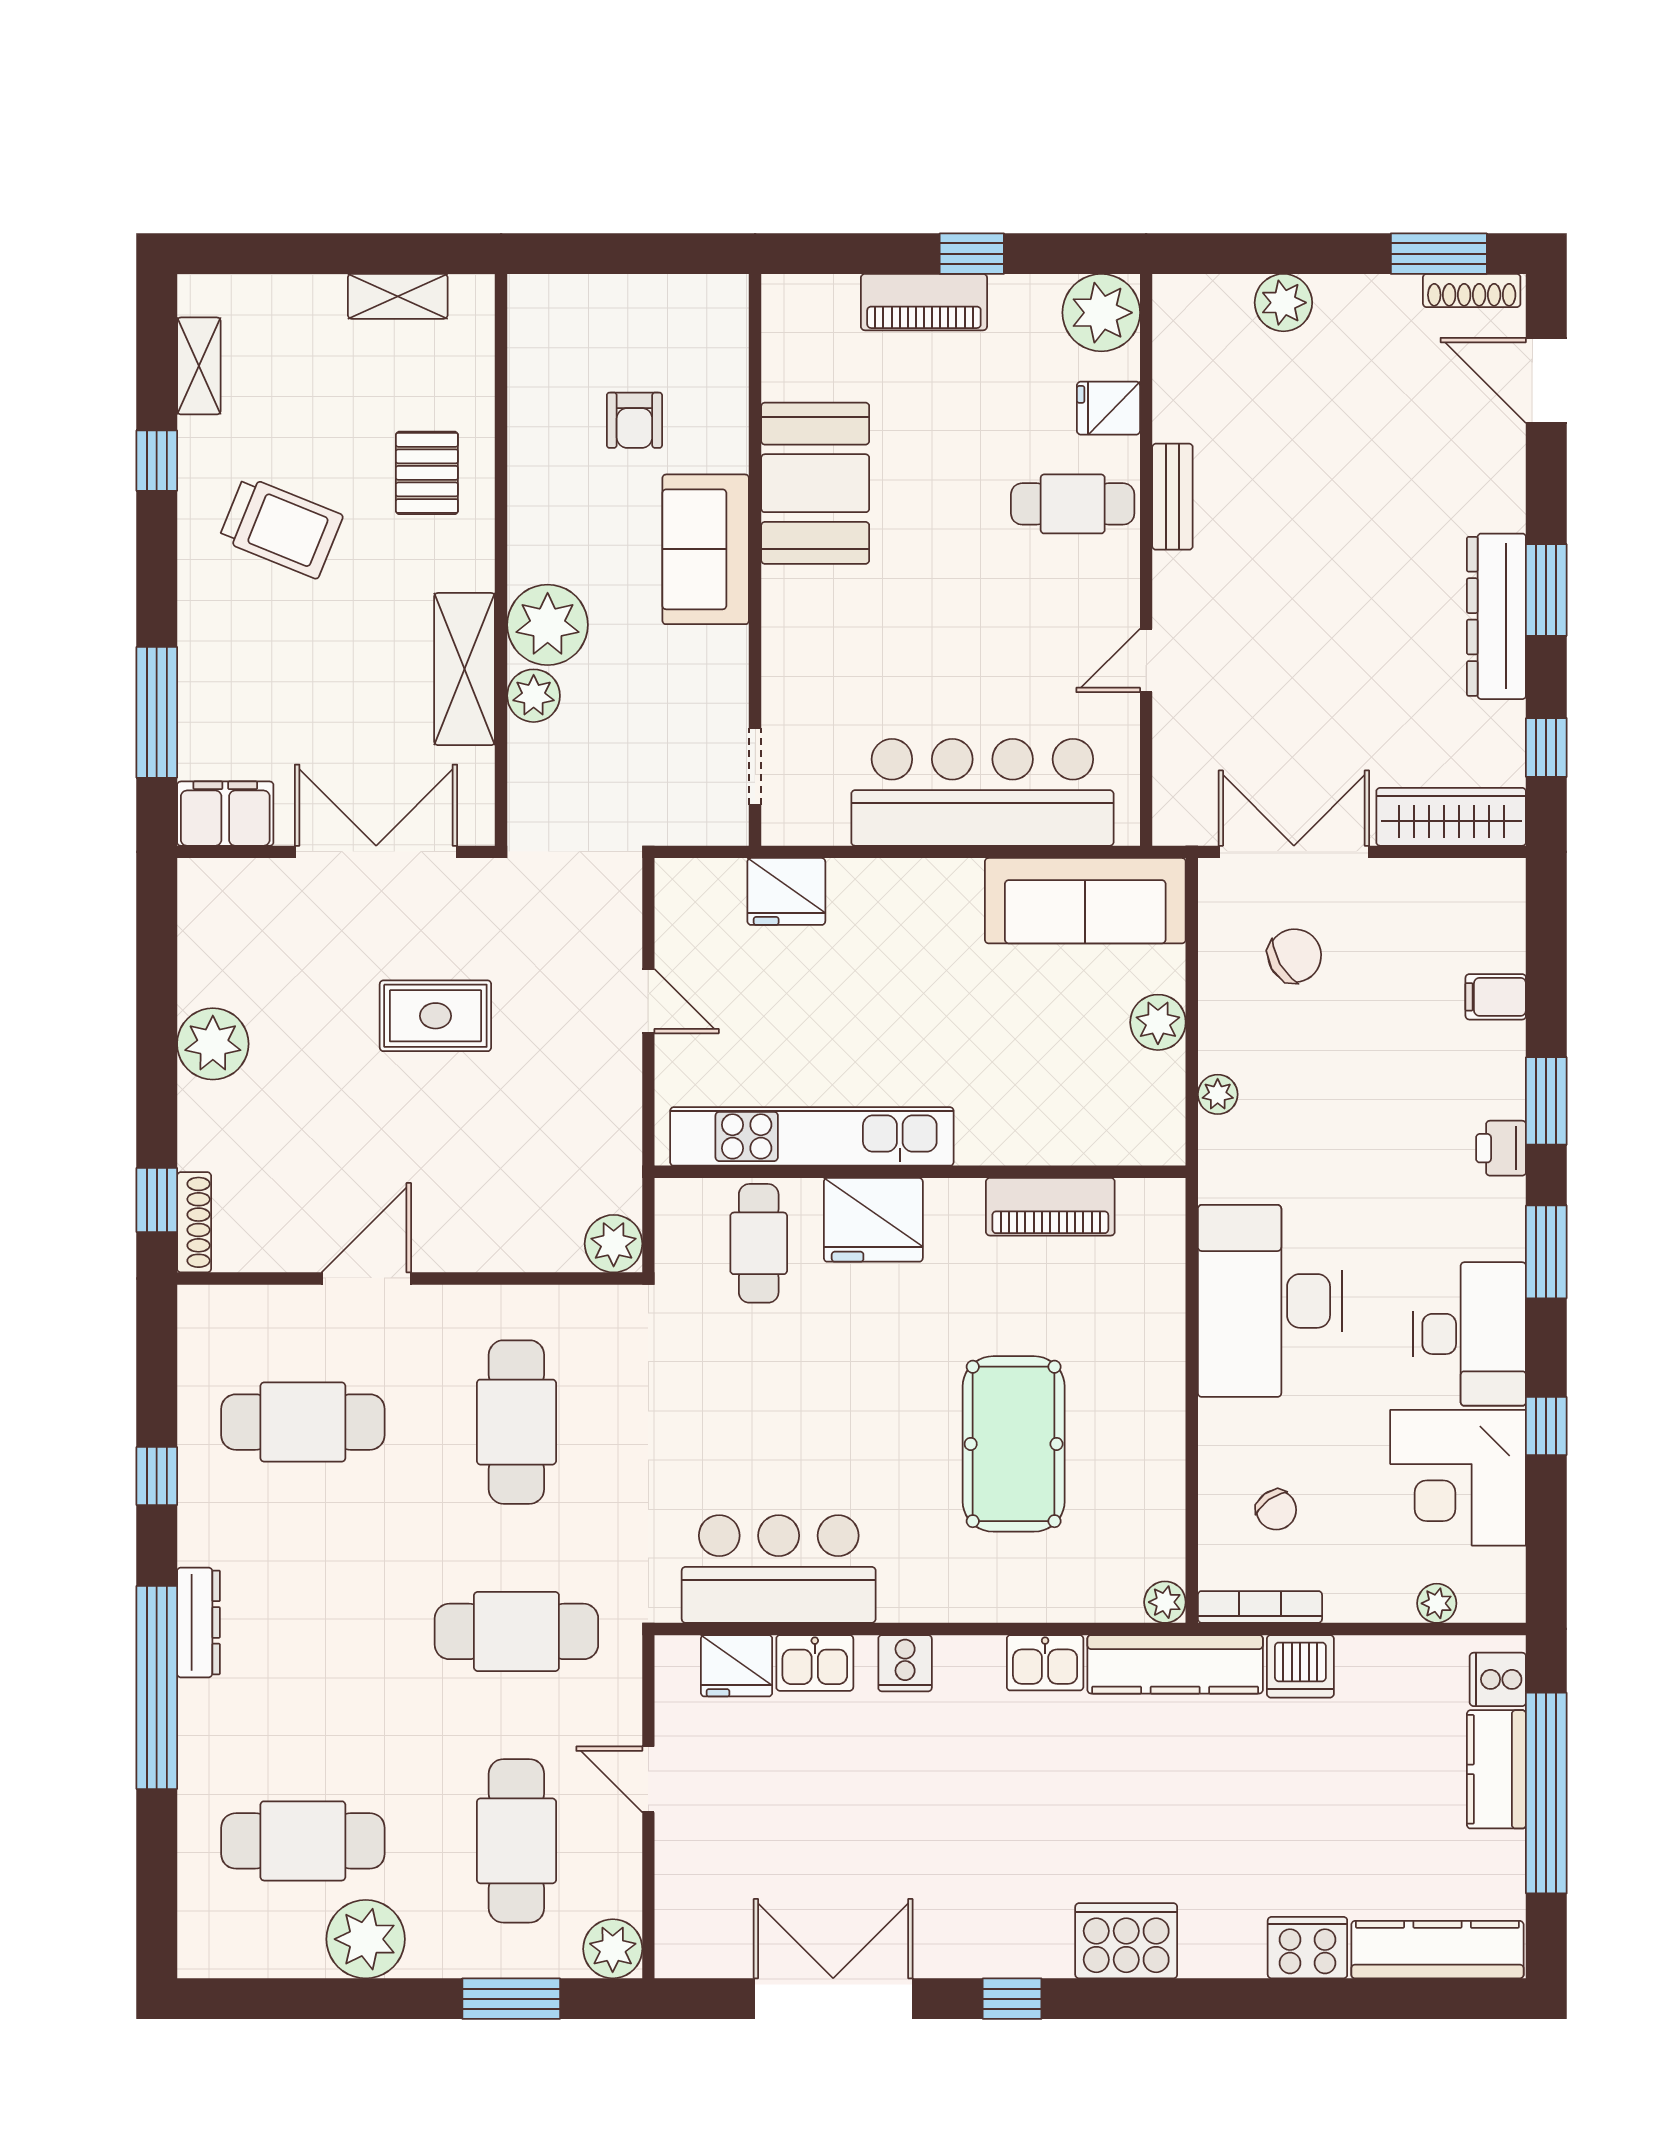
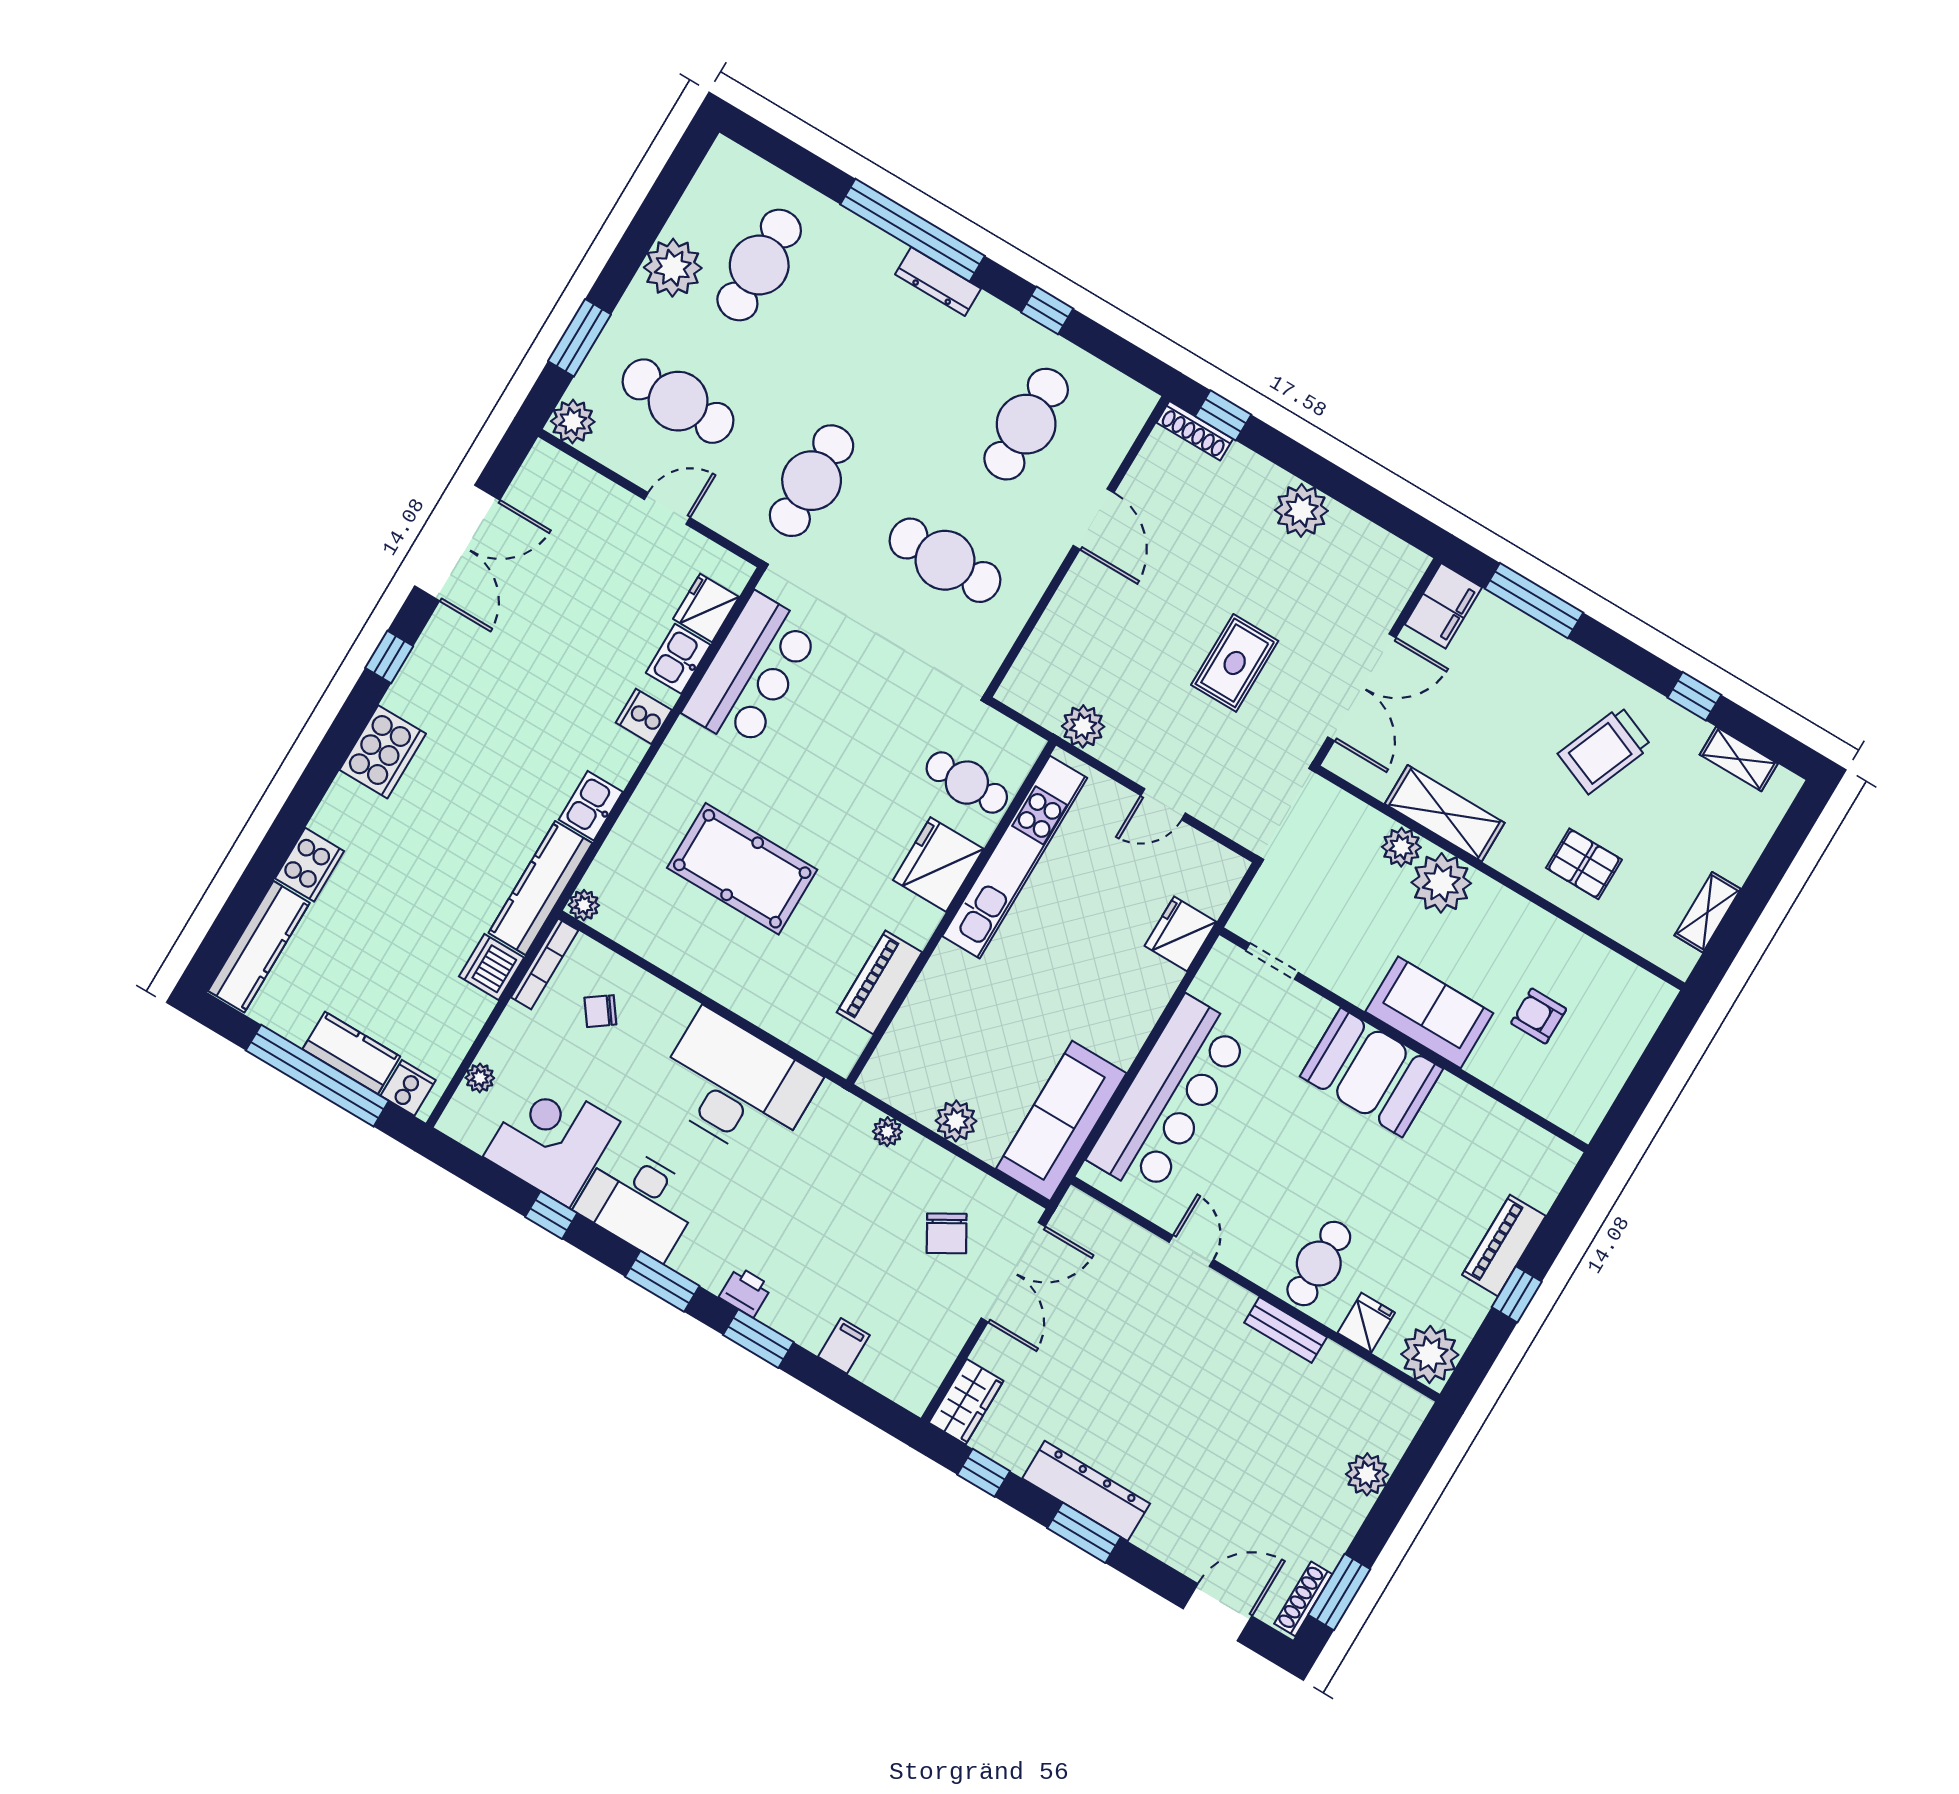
booth: (815, 483) -> (1371, 1072), moved
wardrobe: (1451, 817) -> (966, 1402), width x0.67
plant: (614, 1244) -> (1083, 726), moved

